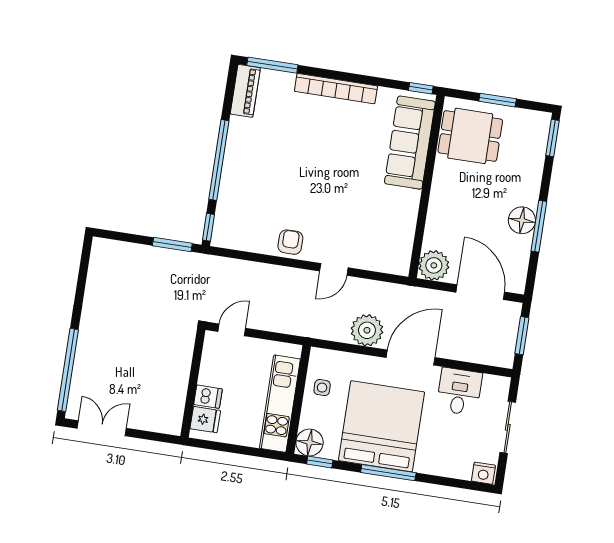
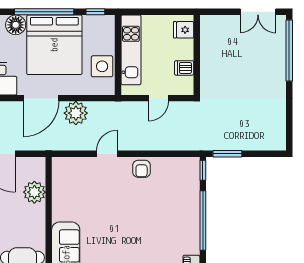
plant: (434, 265) -> (34, 192), moved
door: (232, 330) -> (158, 98), moved
side table: (322, 388) -> (102, 66), width x1.87, depth x1.87
dishwasher: (208, 397) -> (184, 68), moved
floor lamp: (310, 443) -> (16, 25), moved
window: (388, 473) -> (44, 12), width x1.46

